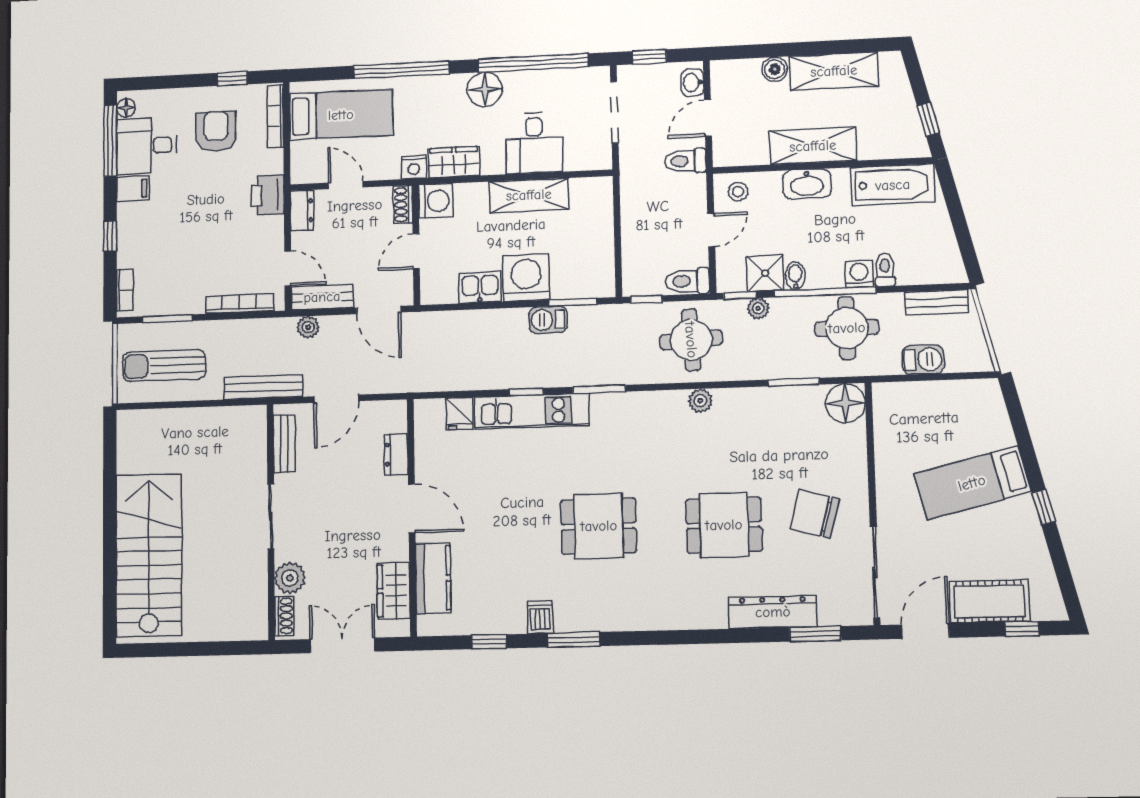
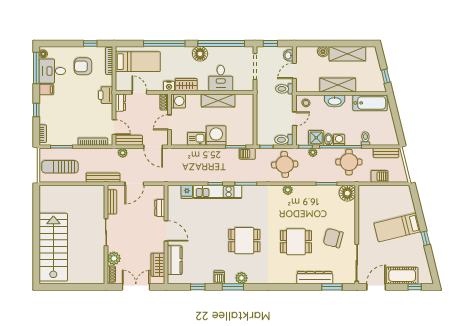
armchair: (216, 131) -> (83, 66), turned -90
washing machine: (859, 274) -> (339, 140), moved
barbecue: (548, 320) -> (247, 154), moved
plant: (594, 618) -> (242, 278), added

